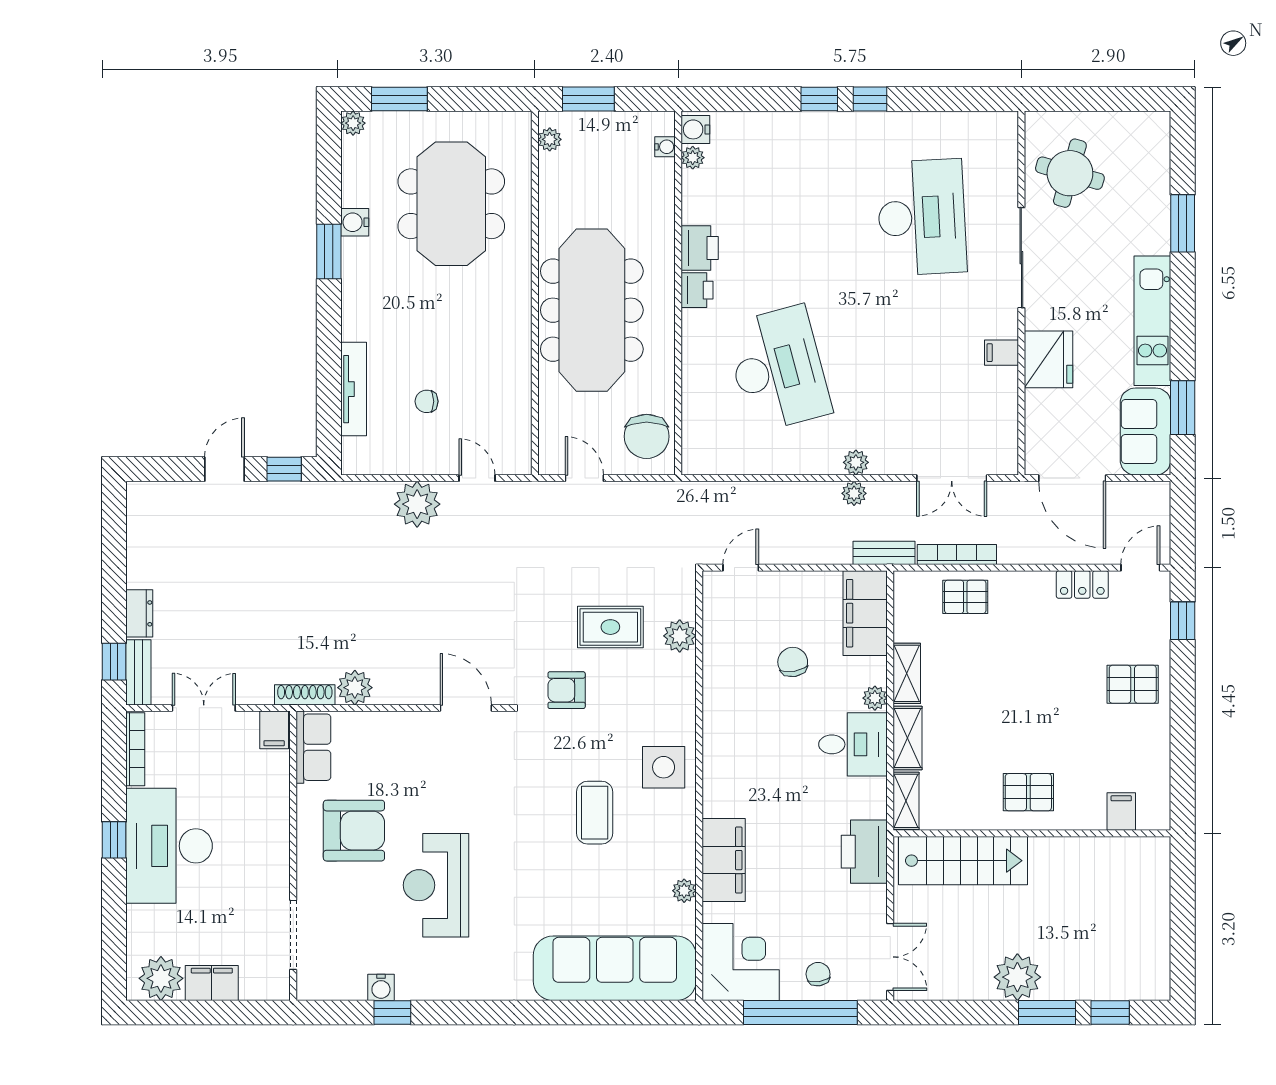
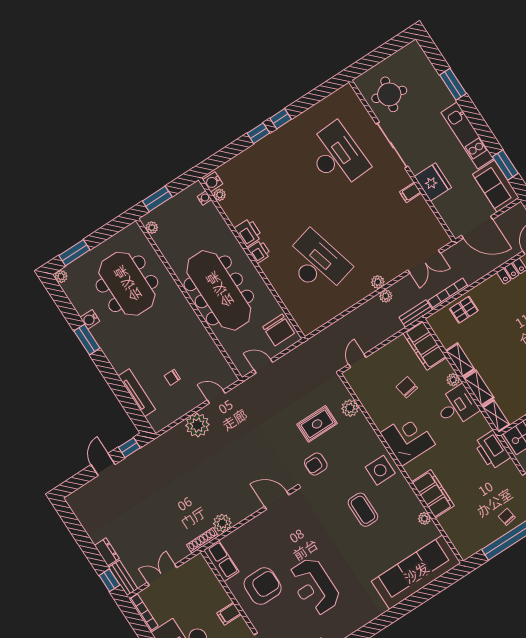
filing cabinet: (274, 730) -> (229, 614), moved, turned 90
corner desk: (741, 962) -> (408, 439), moved

